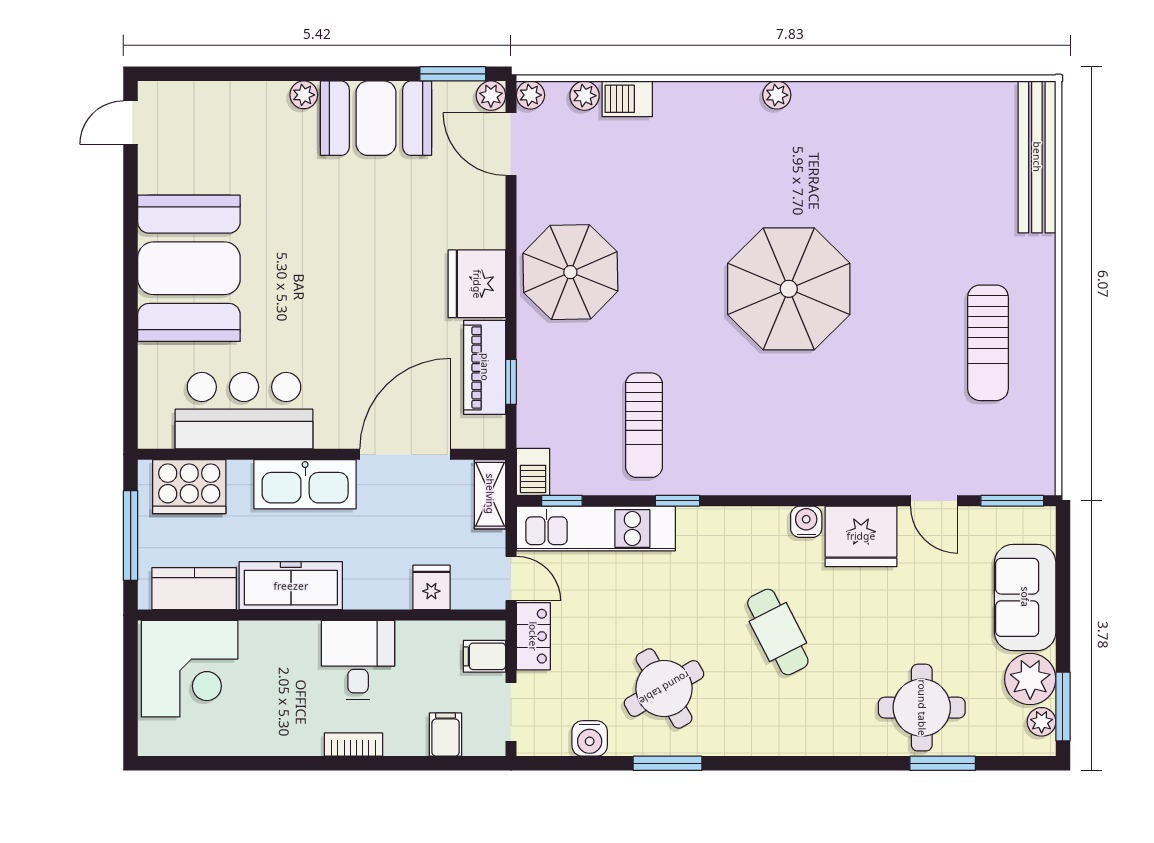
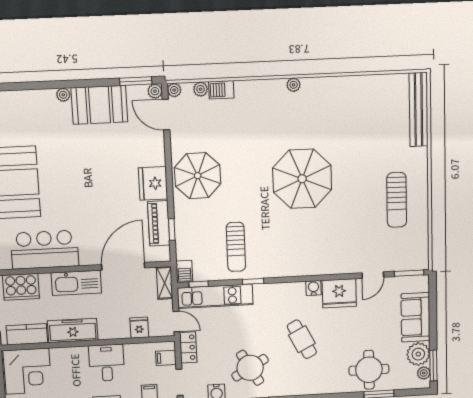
door: (934, 501) -> (373, 275), hinge flipped

